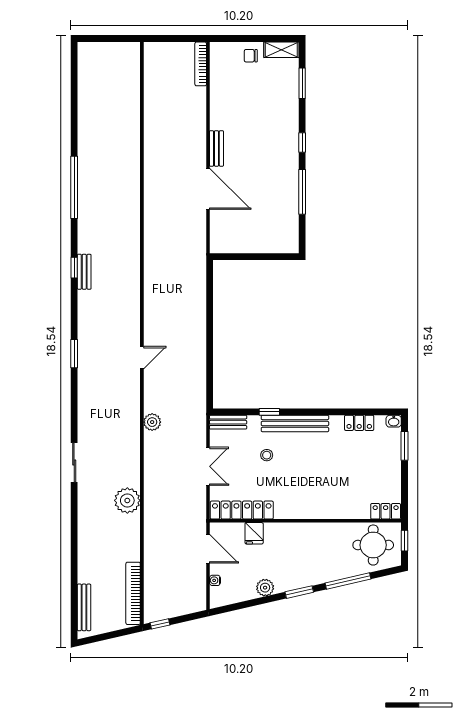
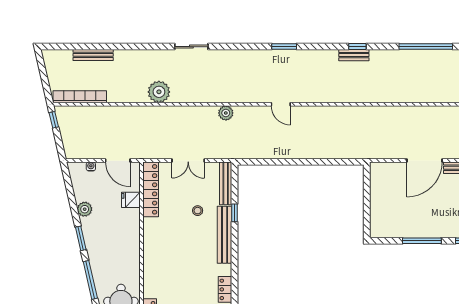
bench: (228, 422) -> (226, 183), width x1.36
door: (208, 549) -> (118, 161), hinge flipped
bench: (84, 607) -> (93, 55), moved

